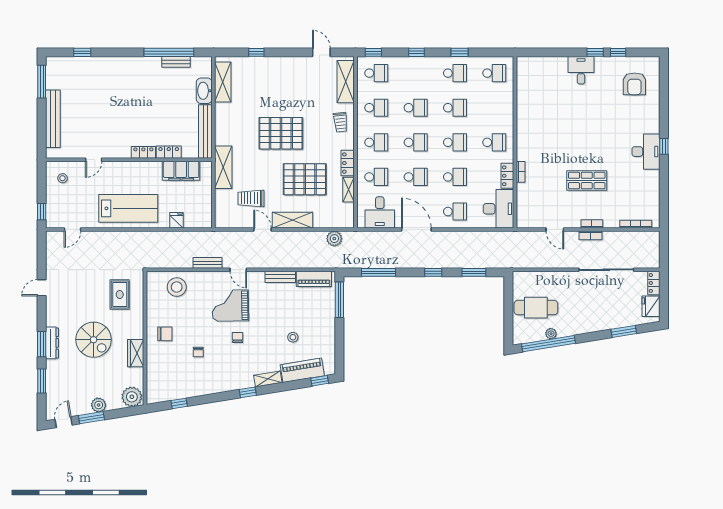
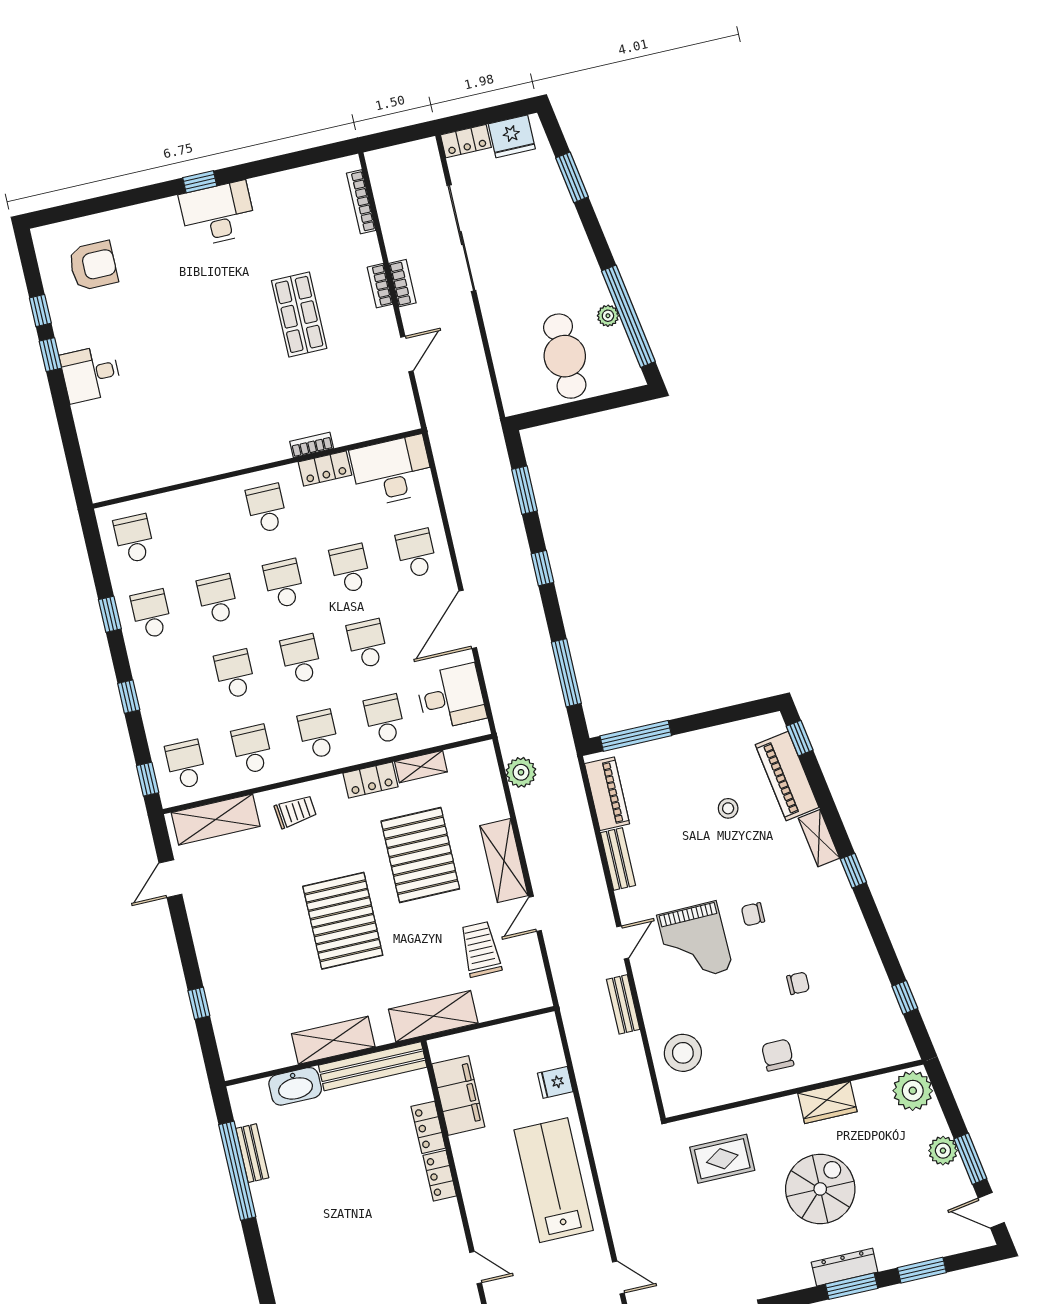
shelving: (223, 82) -> (333, 1040), moved
trolley: (251, 198) -> (481, 949), turned 180

